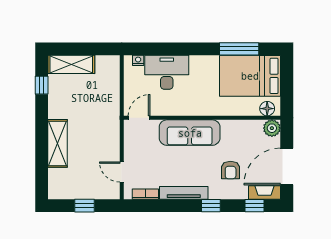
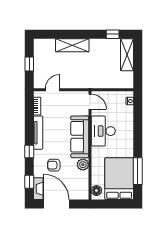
desk: (167, 72) -> (103, 131), moved, turned 180
plant: (272, 128) -> (83, 165), moved

